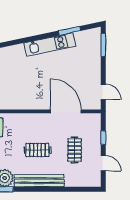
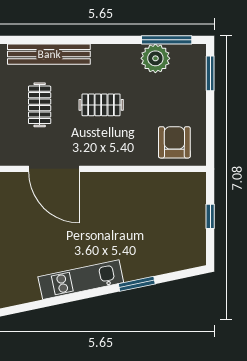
window: (70, 31) -> (137, 284), moved
bench: (39, 181) -> (49, 54), moved

